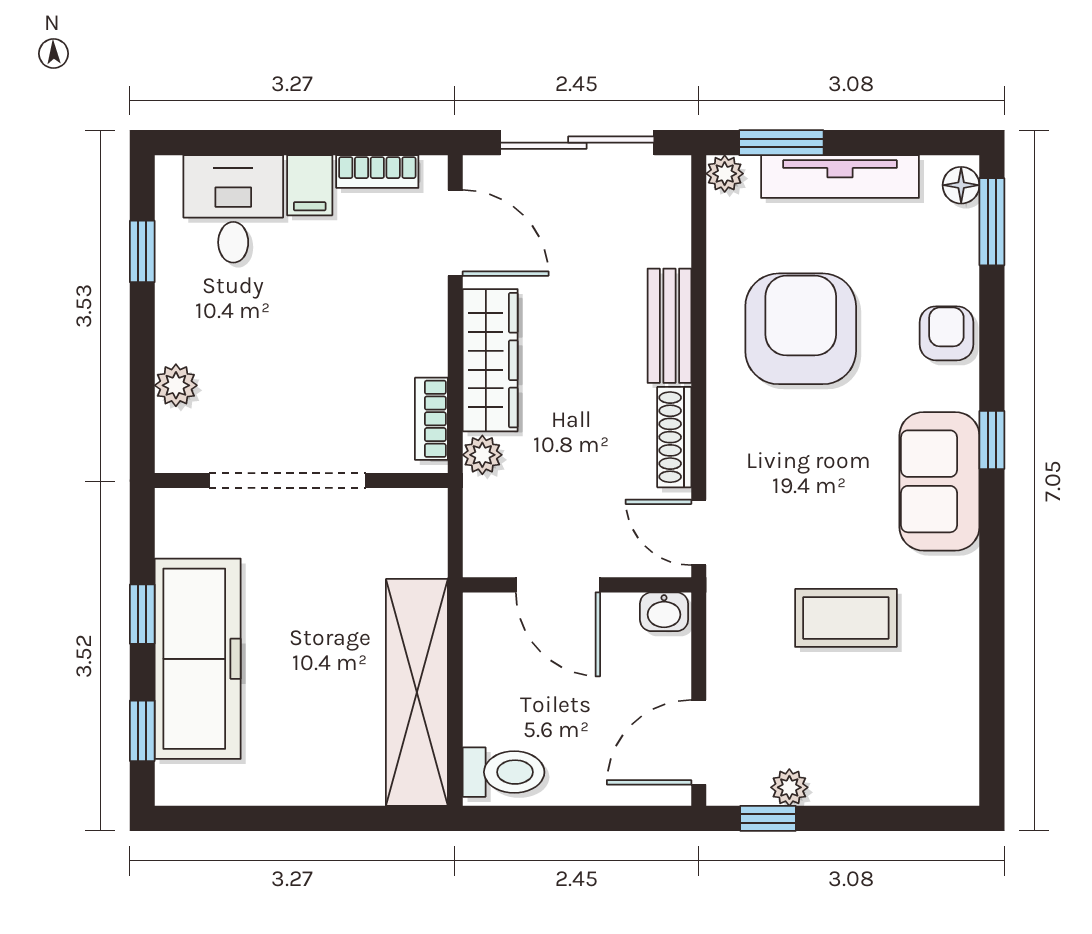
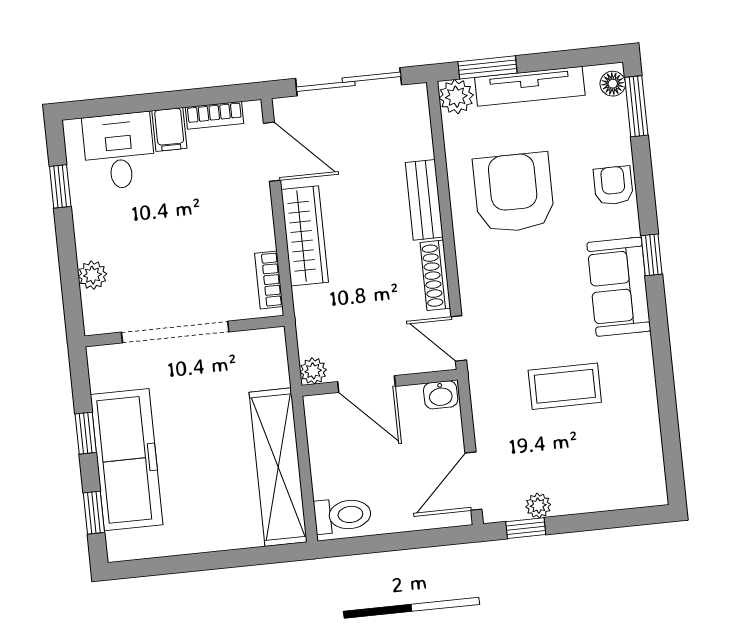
plant: (725, 174) -> (456, 97), width x1.38, depth x1.38
plant: (482, 455) -> (313, 371), moved

